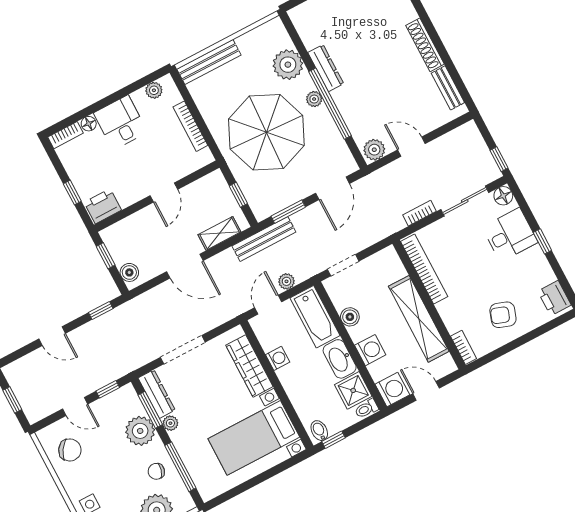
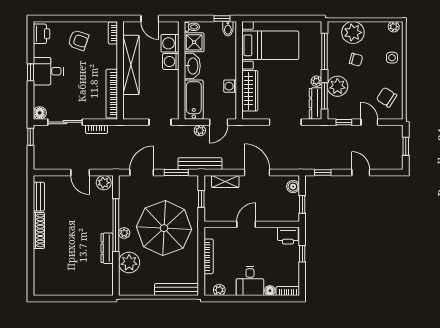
desk: (510, 235) -> (48, 71), moved
boiler: (350, 317) -> (173, 88), removed
washing machine: (392, 389) -> (170, 43), moved
chair: (156, 471) -> (356, 60), moved

